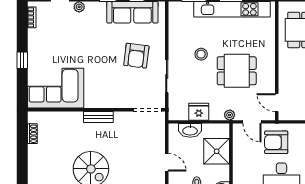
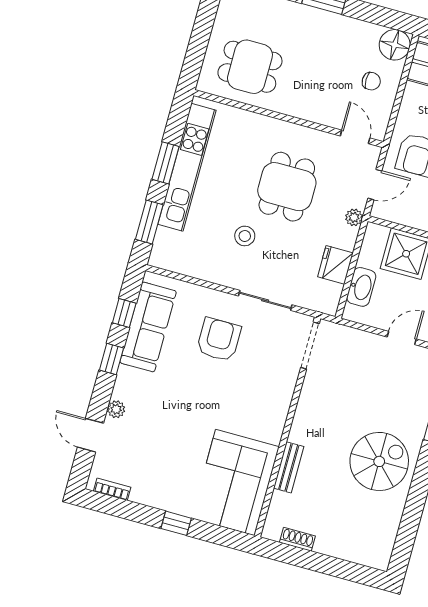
armchair: (136, 56) -> (219, 340), turned -97
door: (277, 103) -> (355, 137), swing flipped
bench: (98, 117) -> (289, 467), moved

